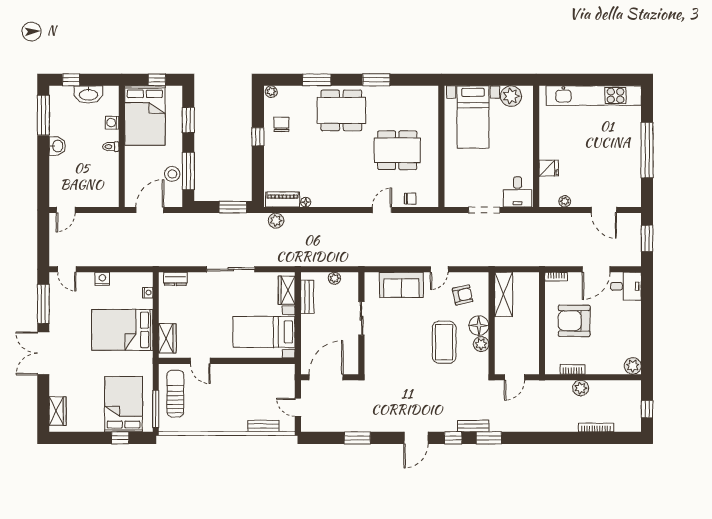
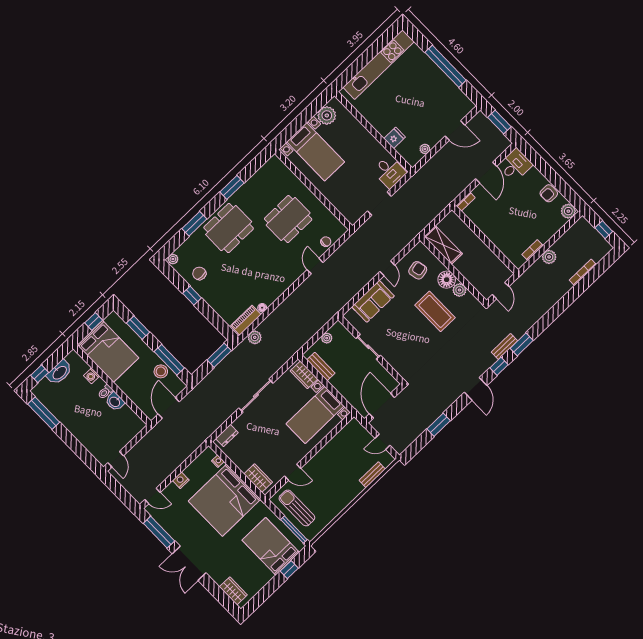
washbasin: (57, 146) -> (115, 402), moved, turned 180
armchair: (574, 321) -> (549, 193), moved, width x0.53, depth x0.53
bed: (122, 330) -> (225, 500), width x1.36

